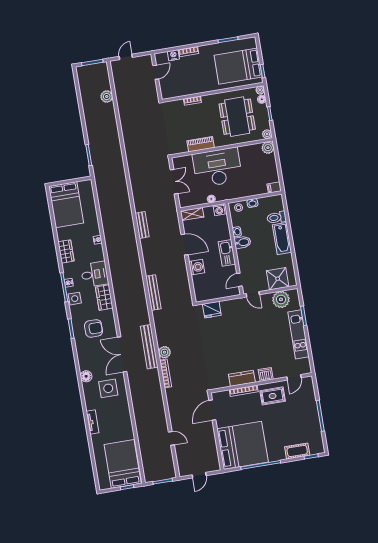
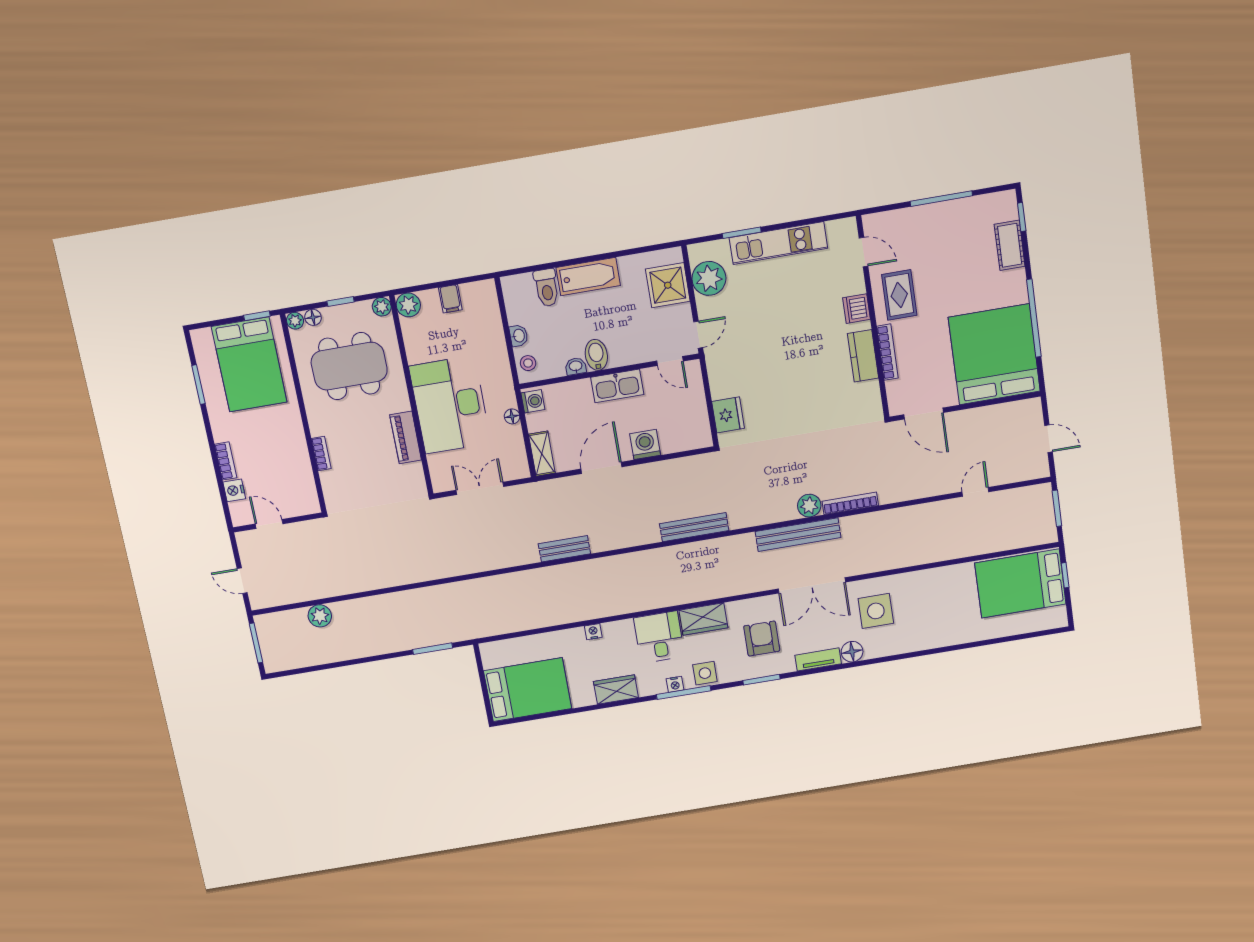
filing cabinet: (274, 187) -> (450, 299), moved
tv unit: (93, 422) -> (818, 659), moved

